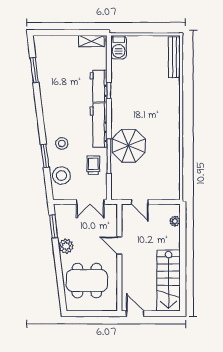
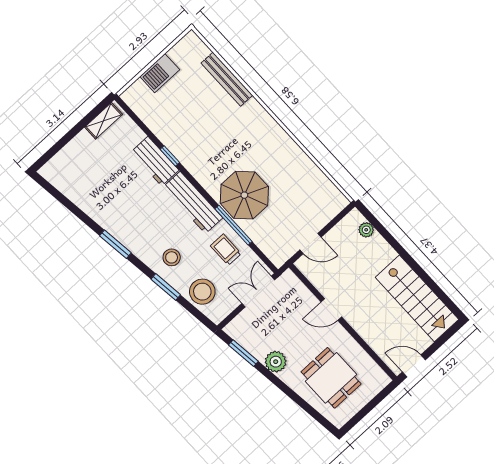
barbecue: (119, 47) -> (160, 73), moved, turned 90
bench: (174, 57) -> (227, 79), moved
window: (34, 70) -> (115, 244), moved
double door: (90, 202) -> (258, 292), swing flipped
dining table: (87, 281) -> (331, 378), width x0.73

